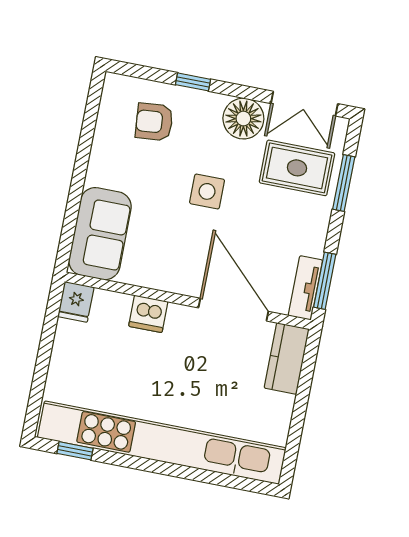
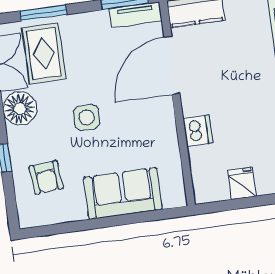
sofa: (100, 234) -> (123, 193), moved
fridge: (76, 302) -> (242, 183), moved, turned -90

